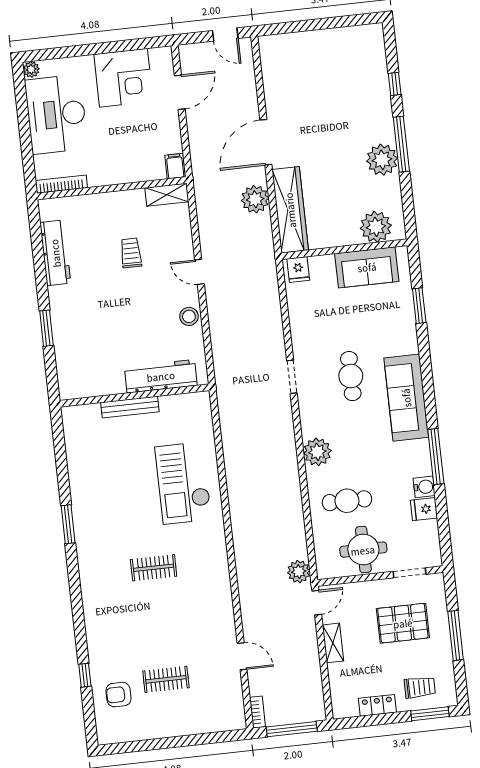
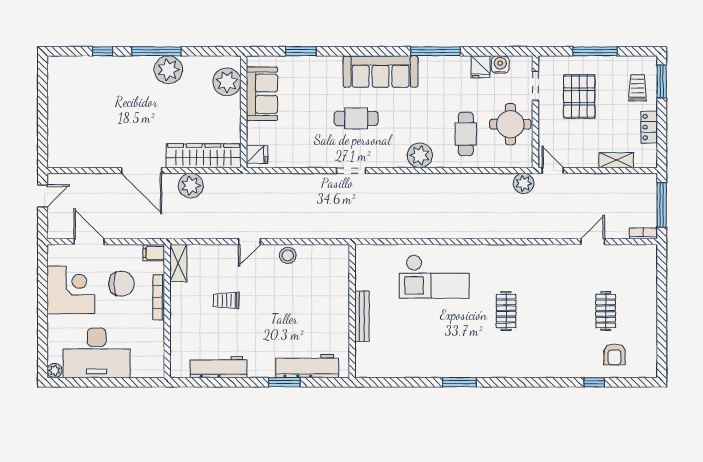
chair: (137, 134) -> (122, 284), added
bookcase: (61, 184) -> (159, 297), moved
workbench: (161, 376) -> (307, 366), moved, turned 90
water cooler: (424, 487) -> (500, 65), moved
shelving: (333, 643) -> (616, 160), moved

